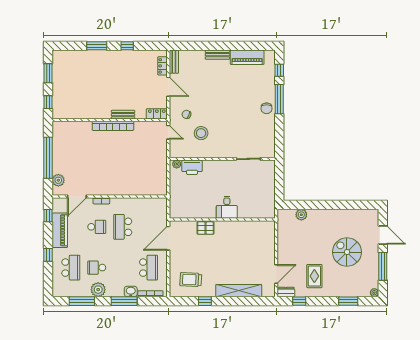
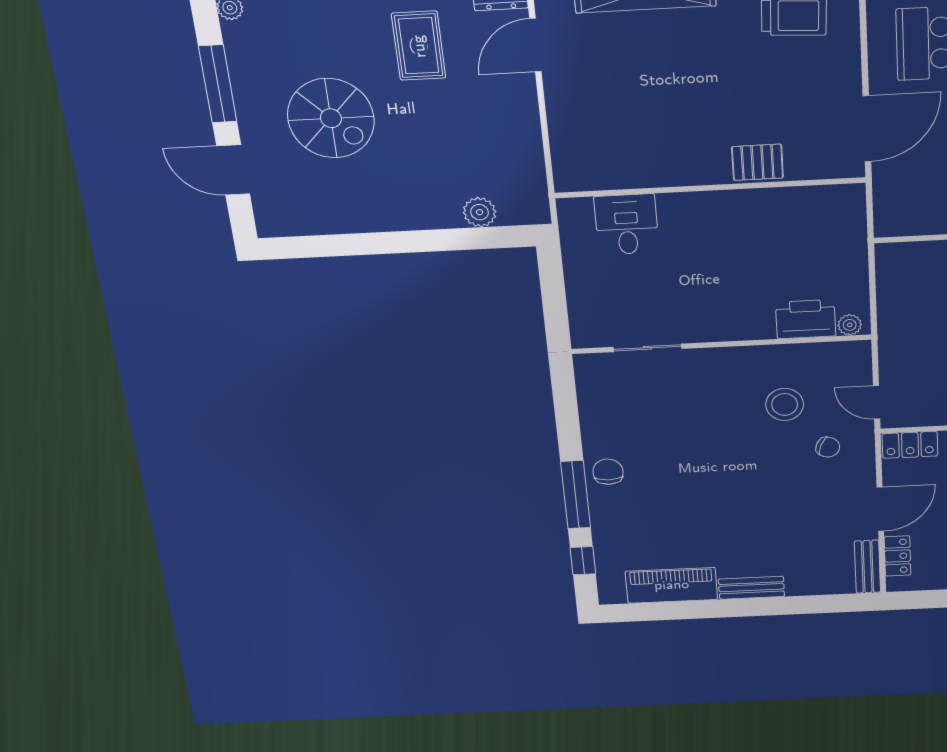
door: (168, 87) -> (880, 509), swing flipped
desk: (227, 207) -> (627, 225), moved

